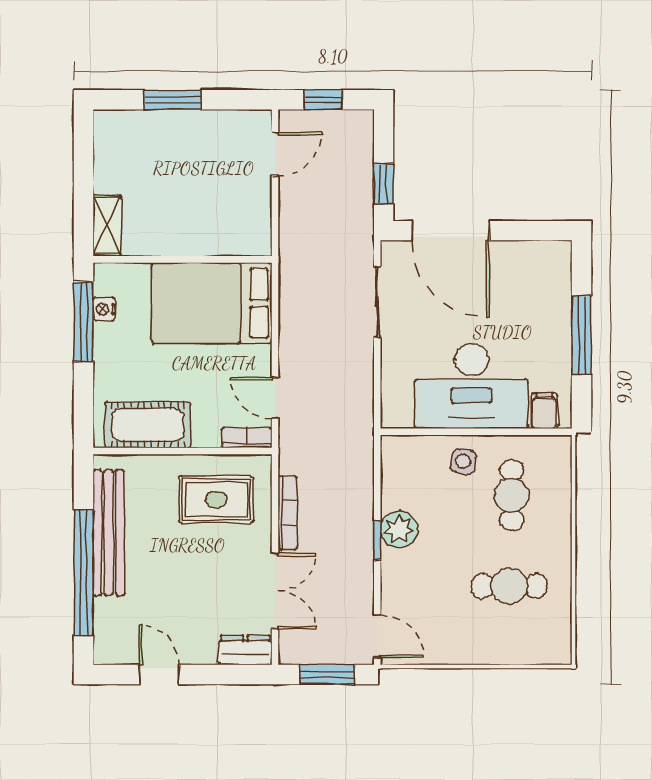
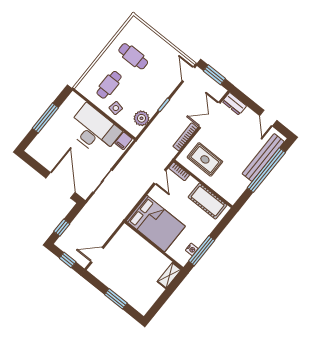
window: (384, 184) -> (62, 228), moved
filing cabinet: (544, 411) -> (123, 141), moved
plant: (399, 529) -> (141, 118), moved
bench: (109, 533) -> (263, 158), moved

